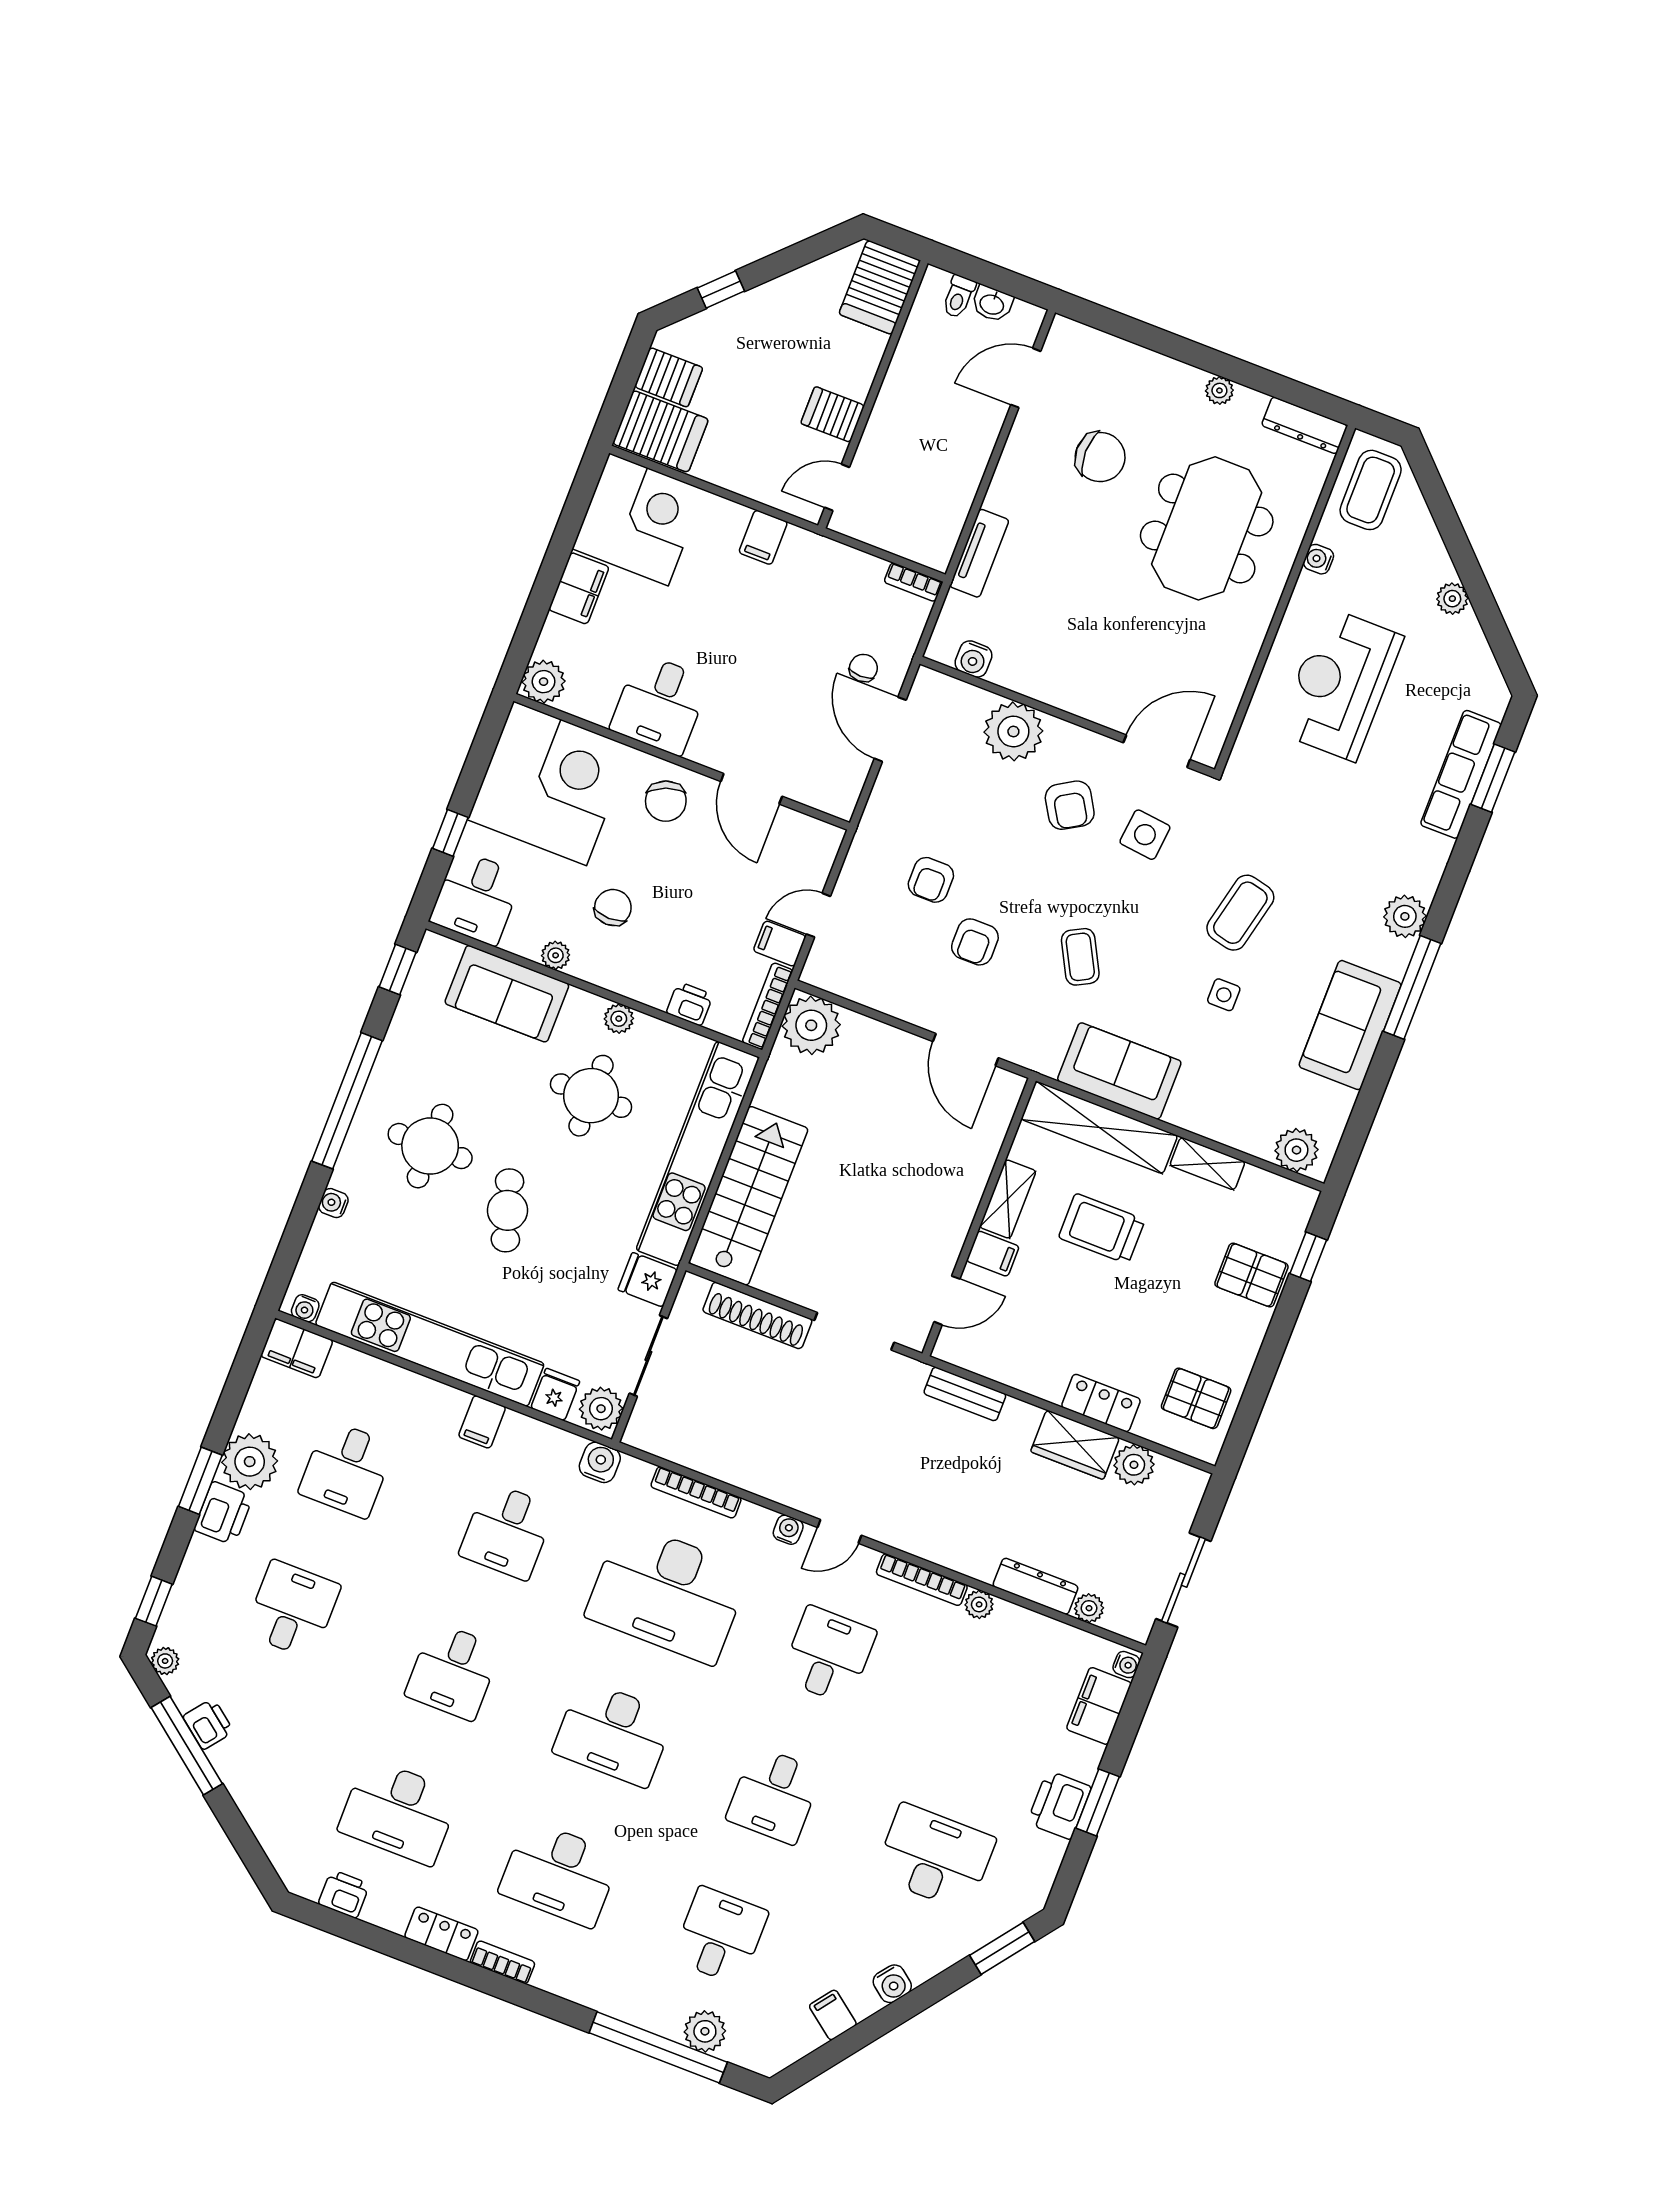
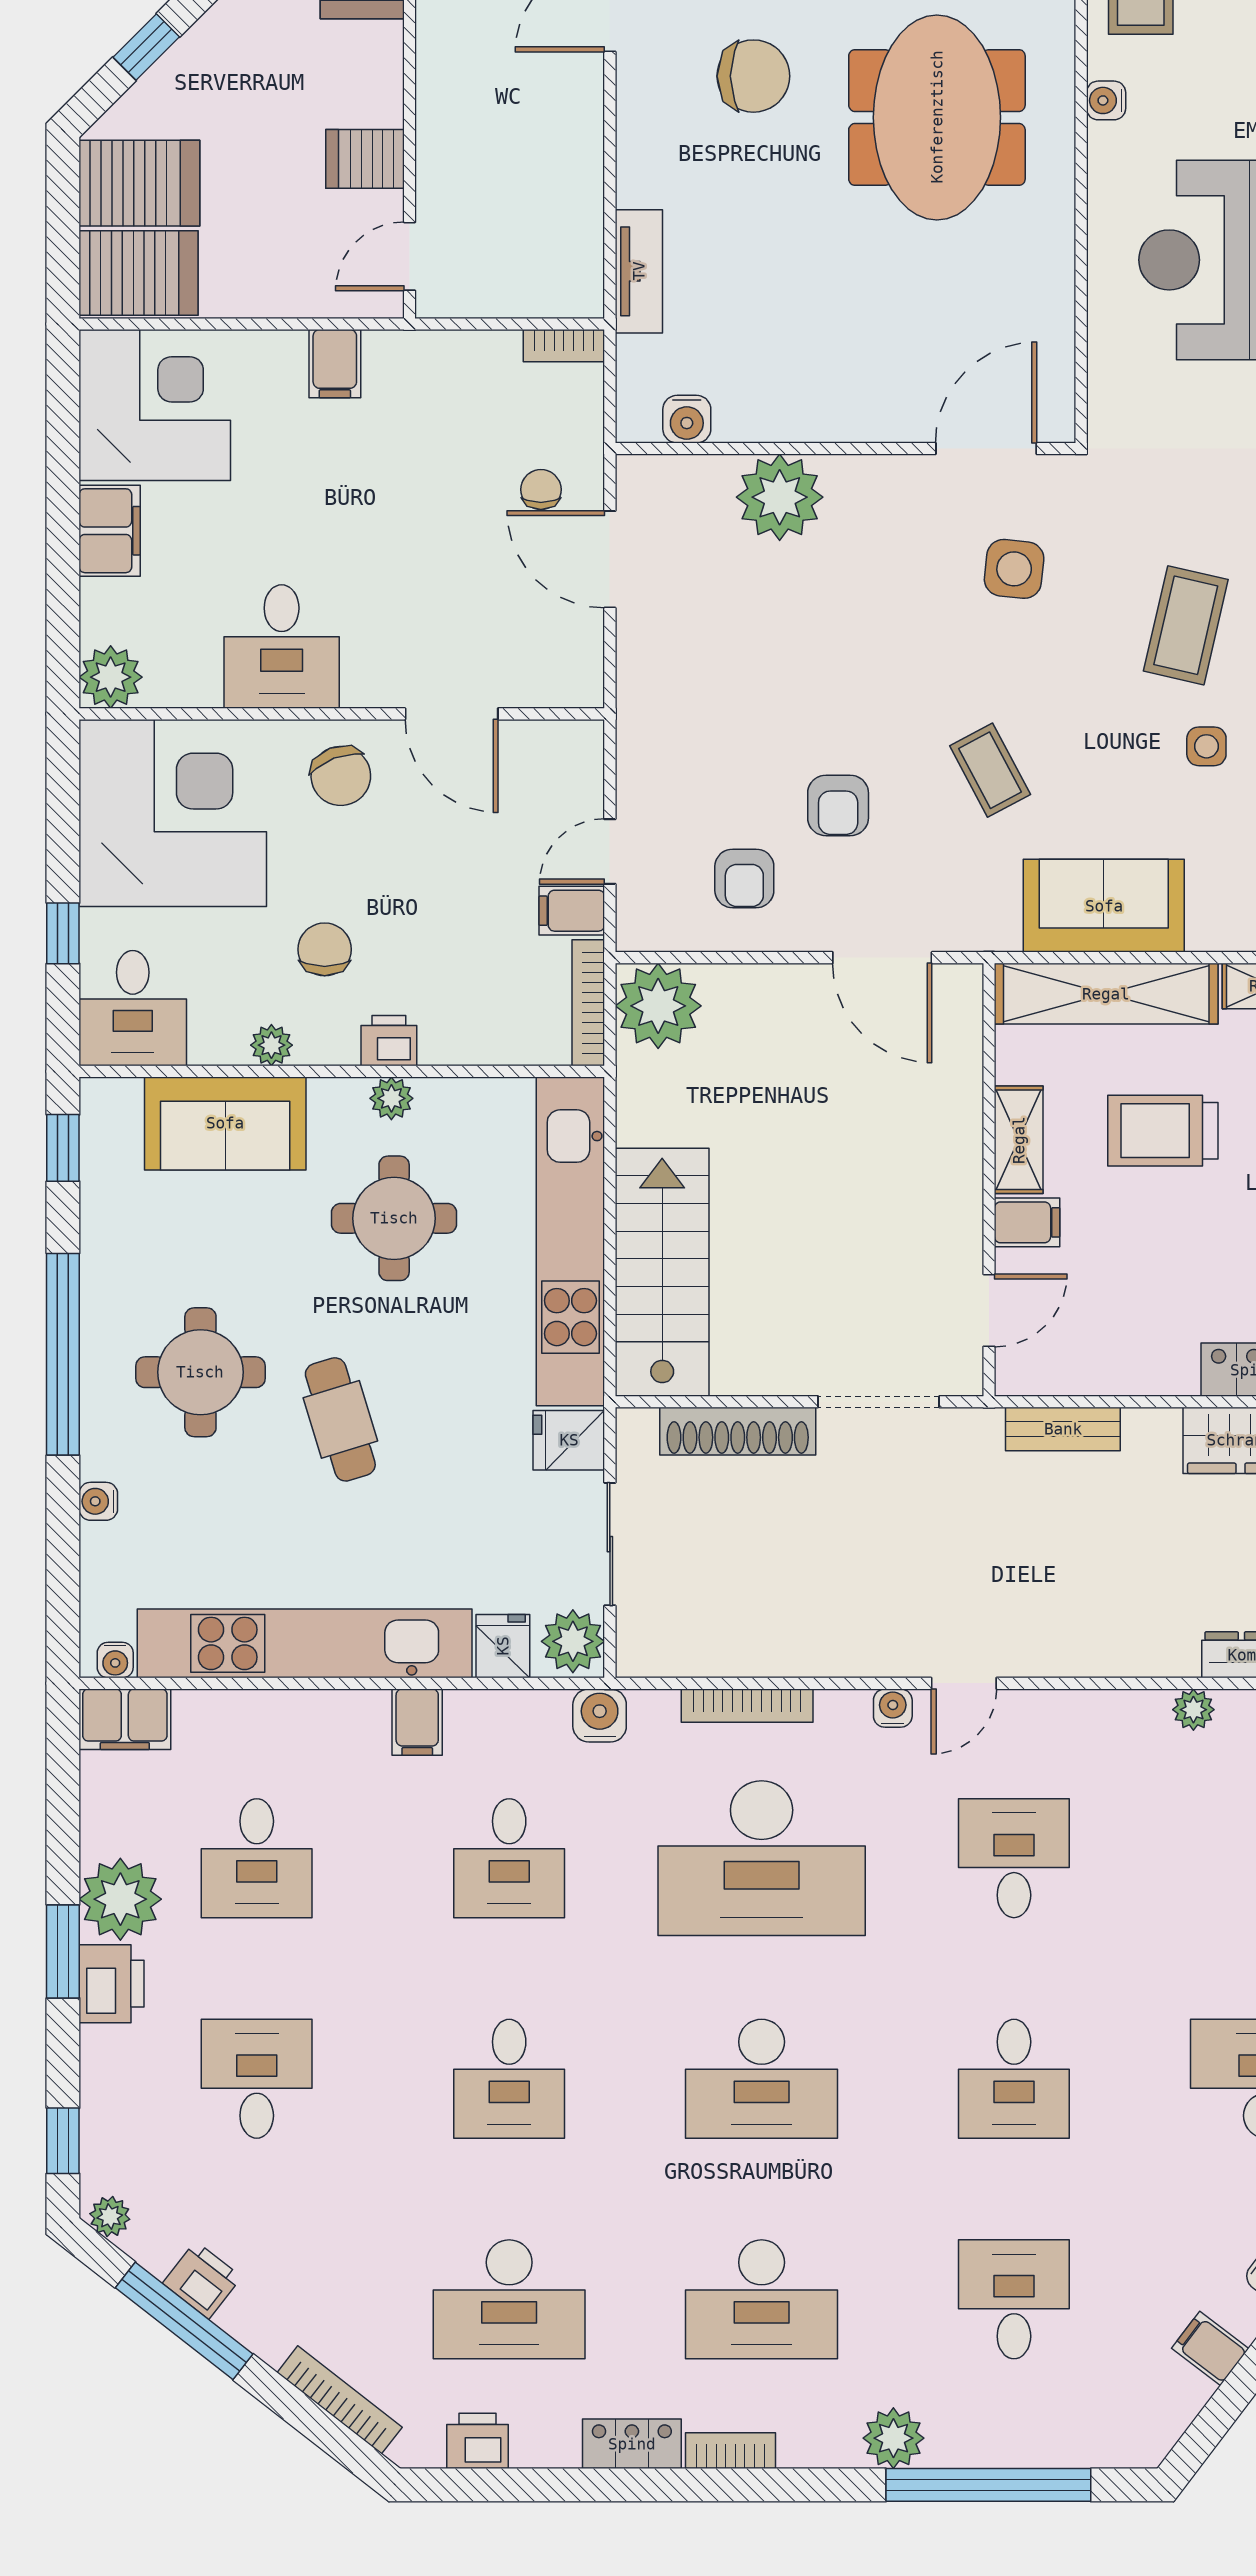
server rack: (669, 377) -> (139, 183), width x1.36, depth x1.44
armchair: (1070, 805) -> (896, 568), removed
armchair: (931, 880) -> (744, 878), moved
printer: (690, 1004) -> (389, 1041), moved
bookcase: (922, 1580) -> (340, 2400), moved, turned -142
plant: (705, 2031) -> (893, 2438), moved

